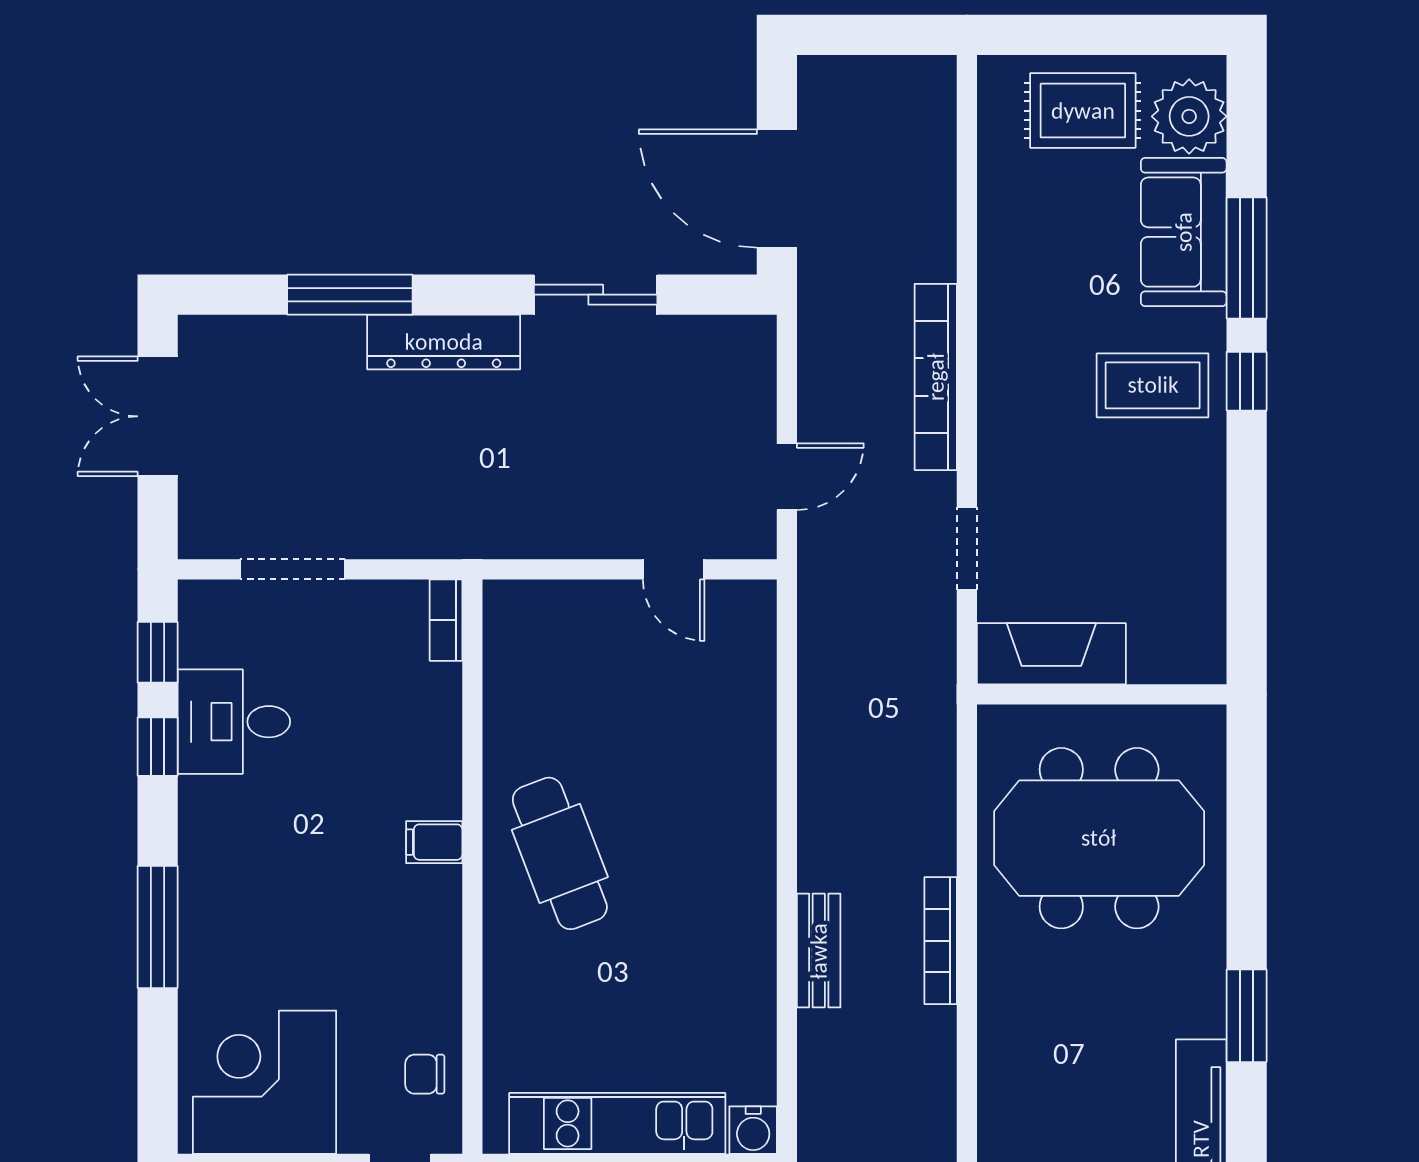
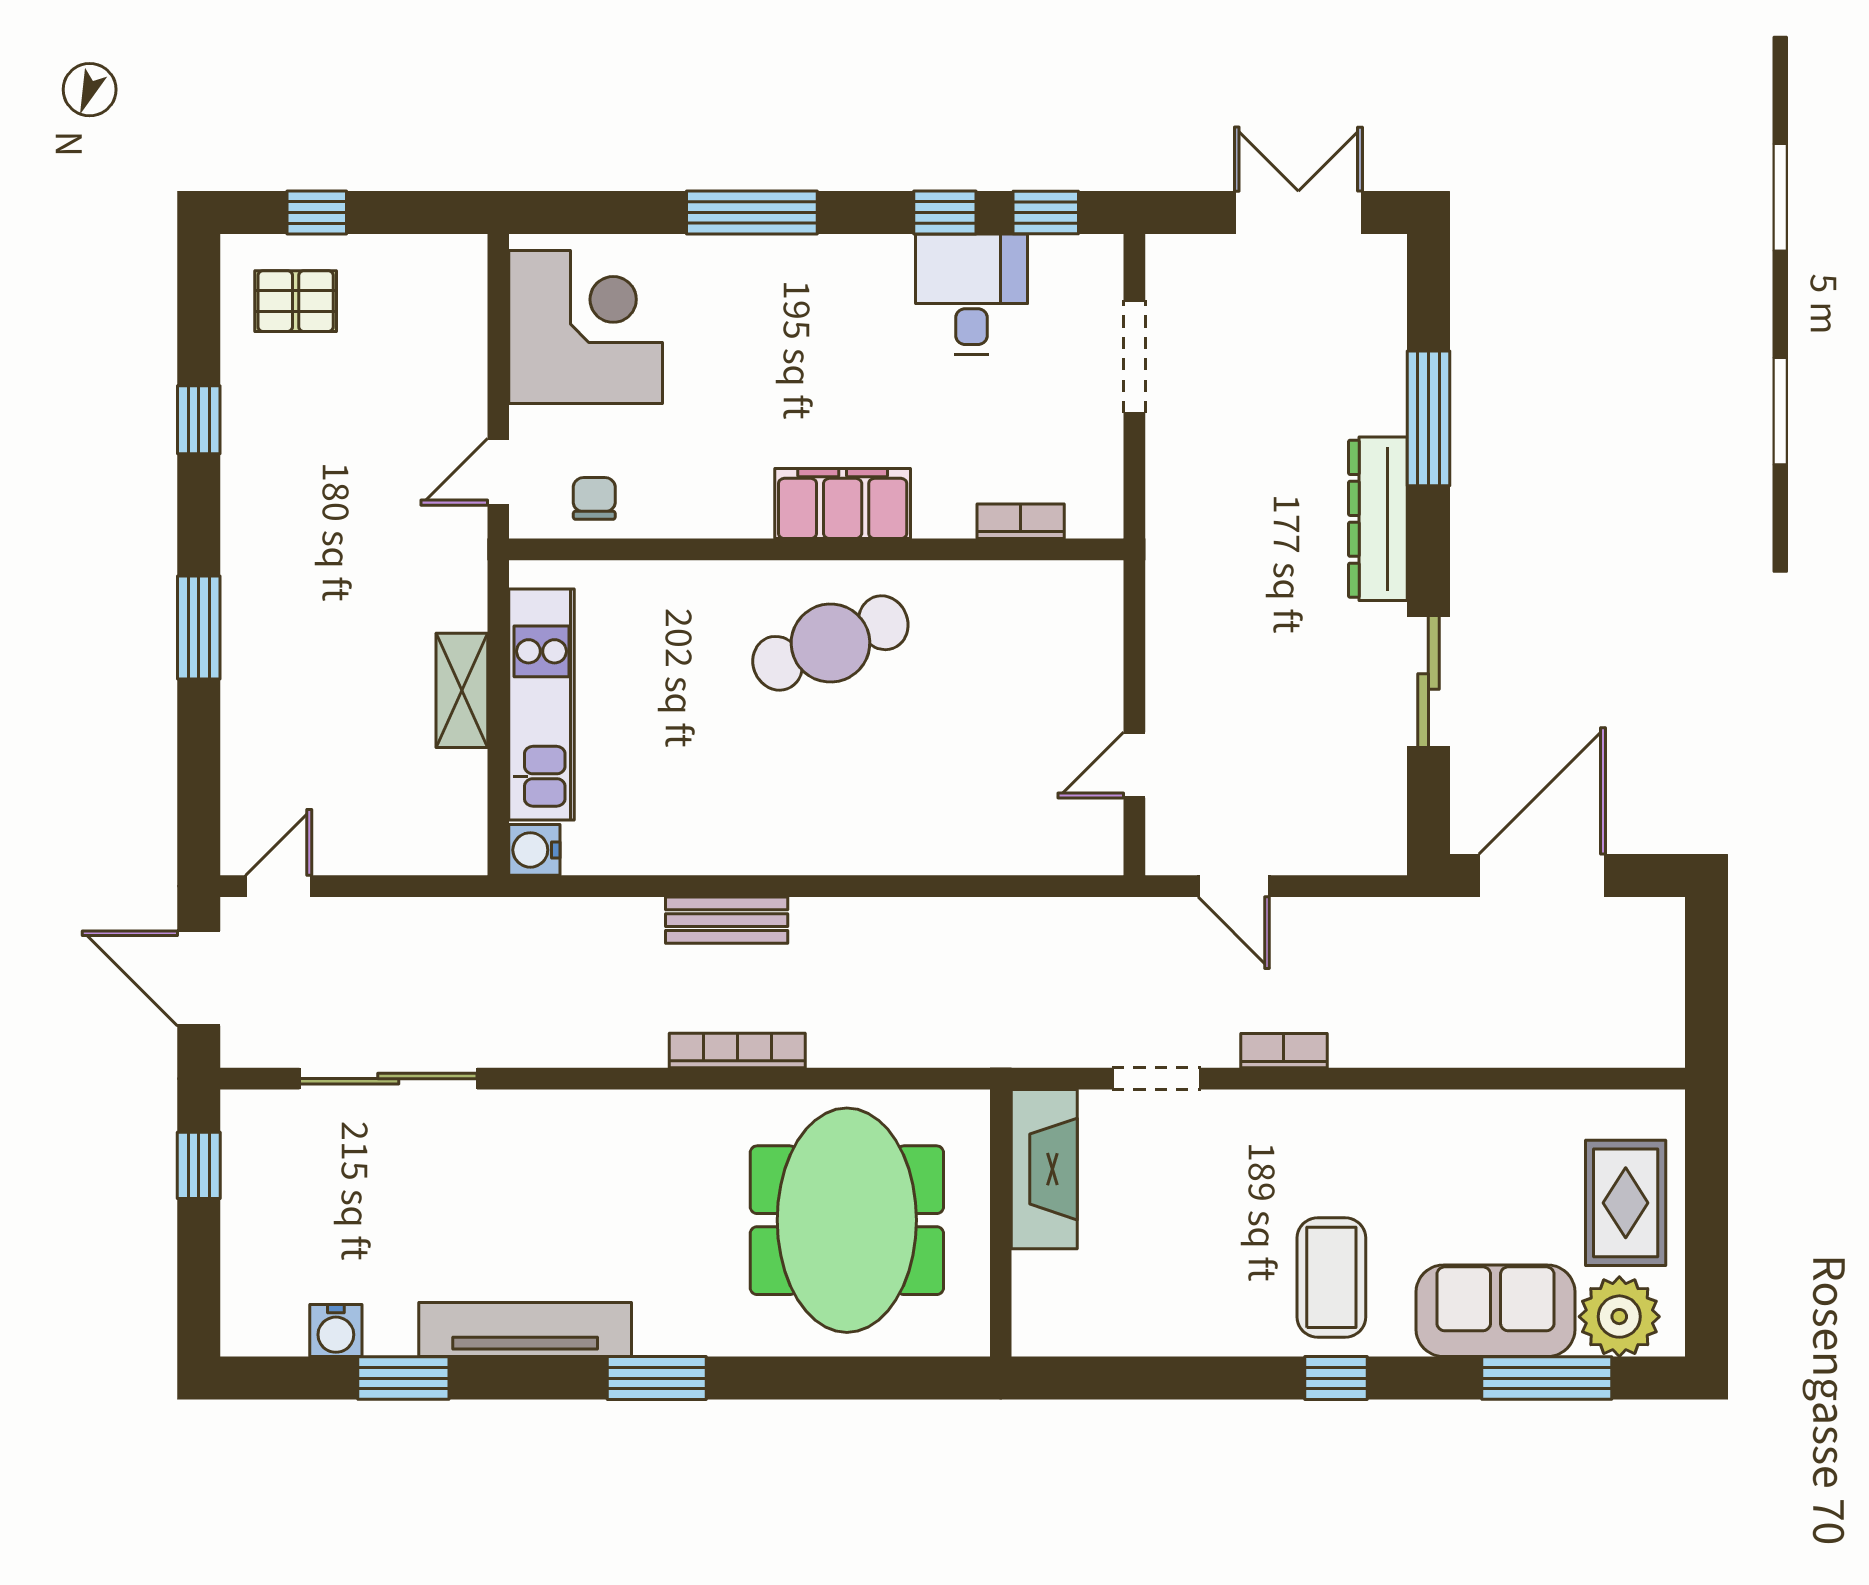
window: (1247, 258) -> (1547, 1378), moved
bookcase: (936, 377) -> (1284, 1051), width x0.43, depth x0.76
bookcase: (446, 620) -> (1021, 521), moved
filing cabinet: (434, 842) -> (843, 504), width x3.00, depth x1.17

